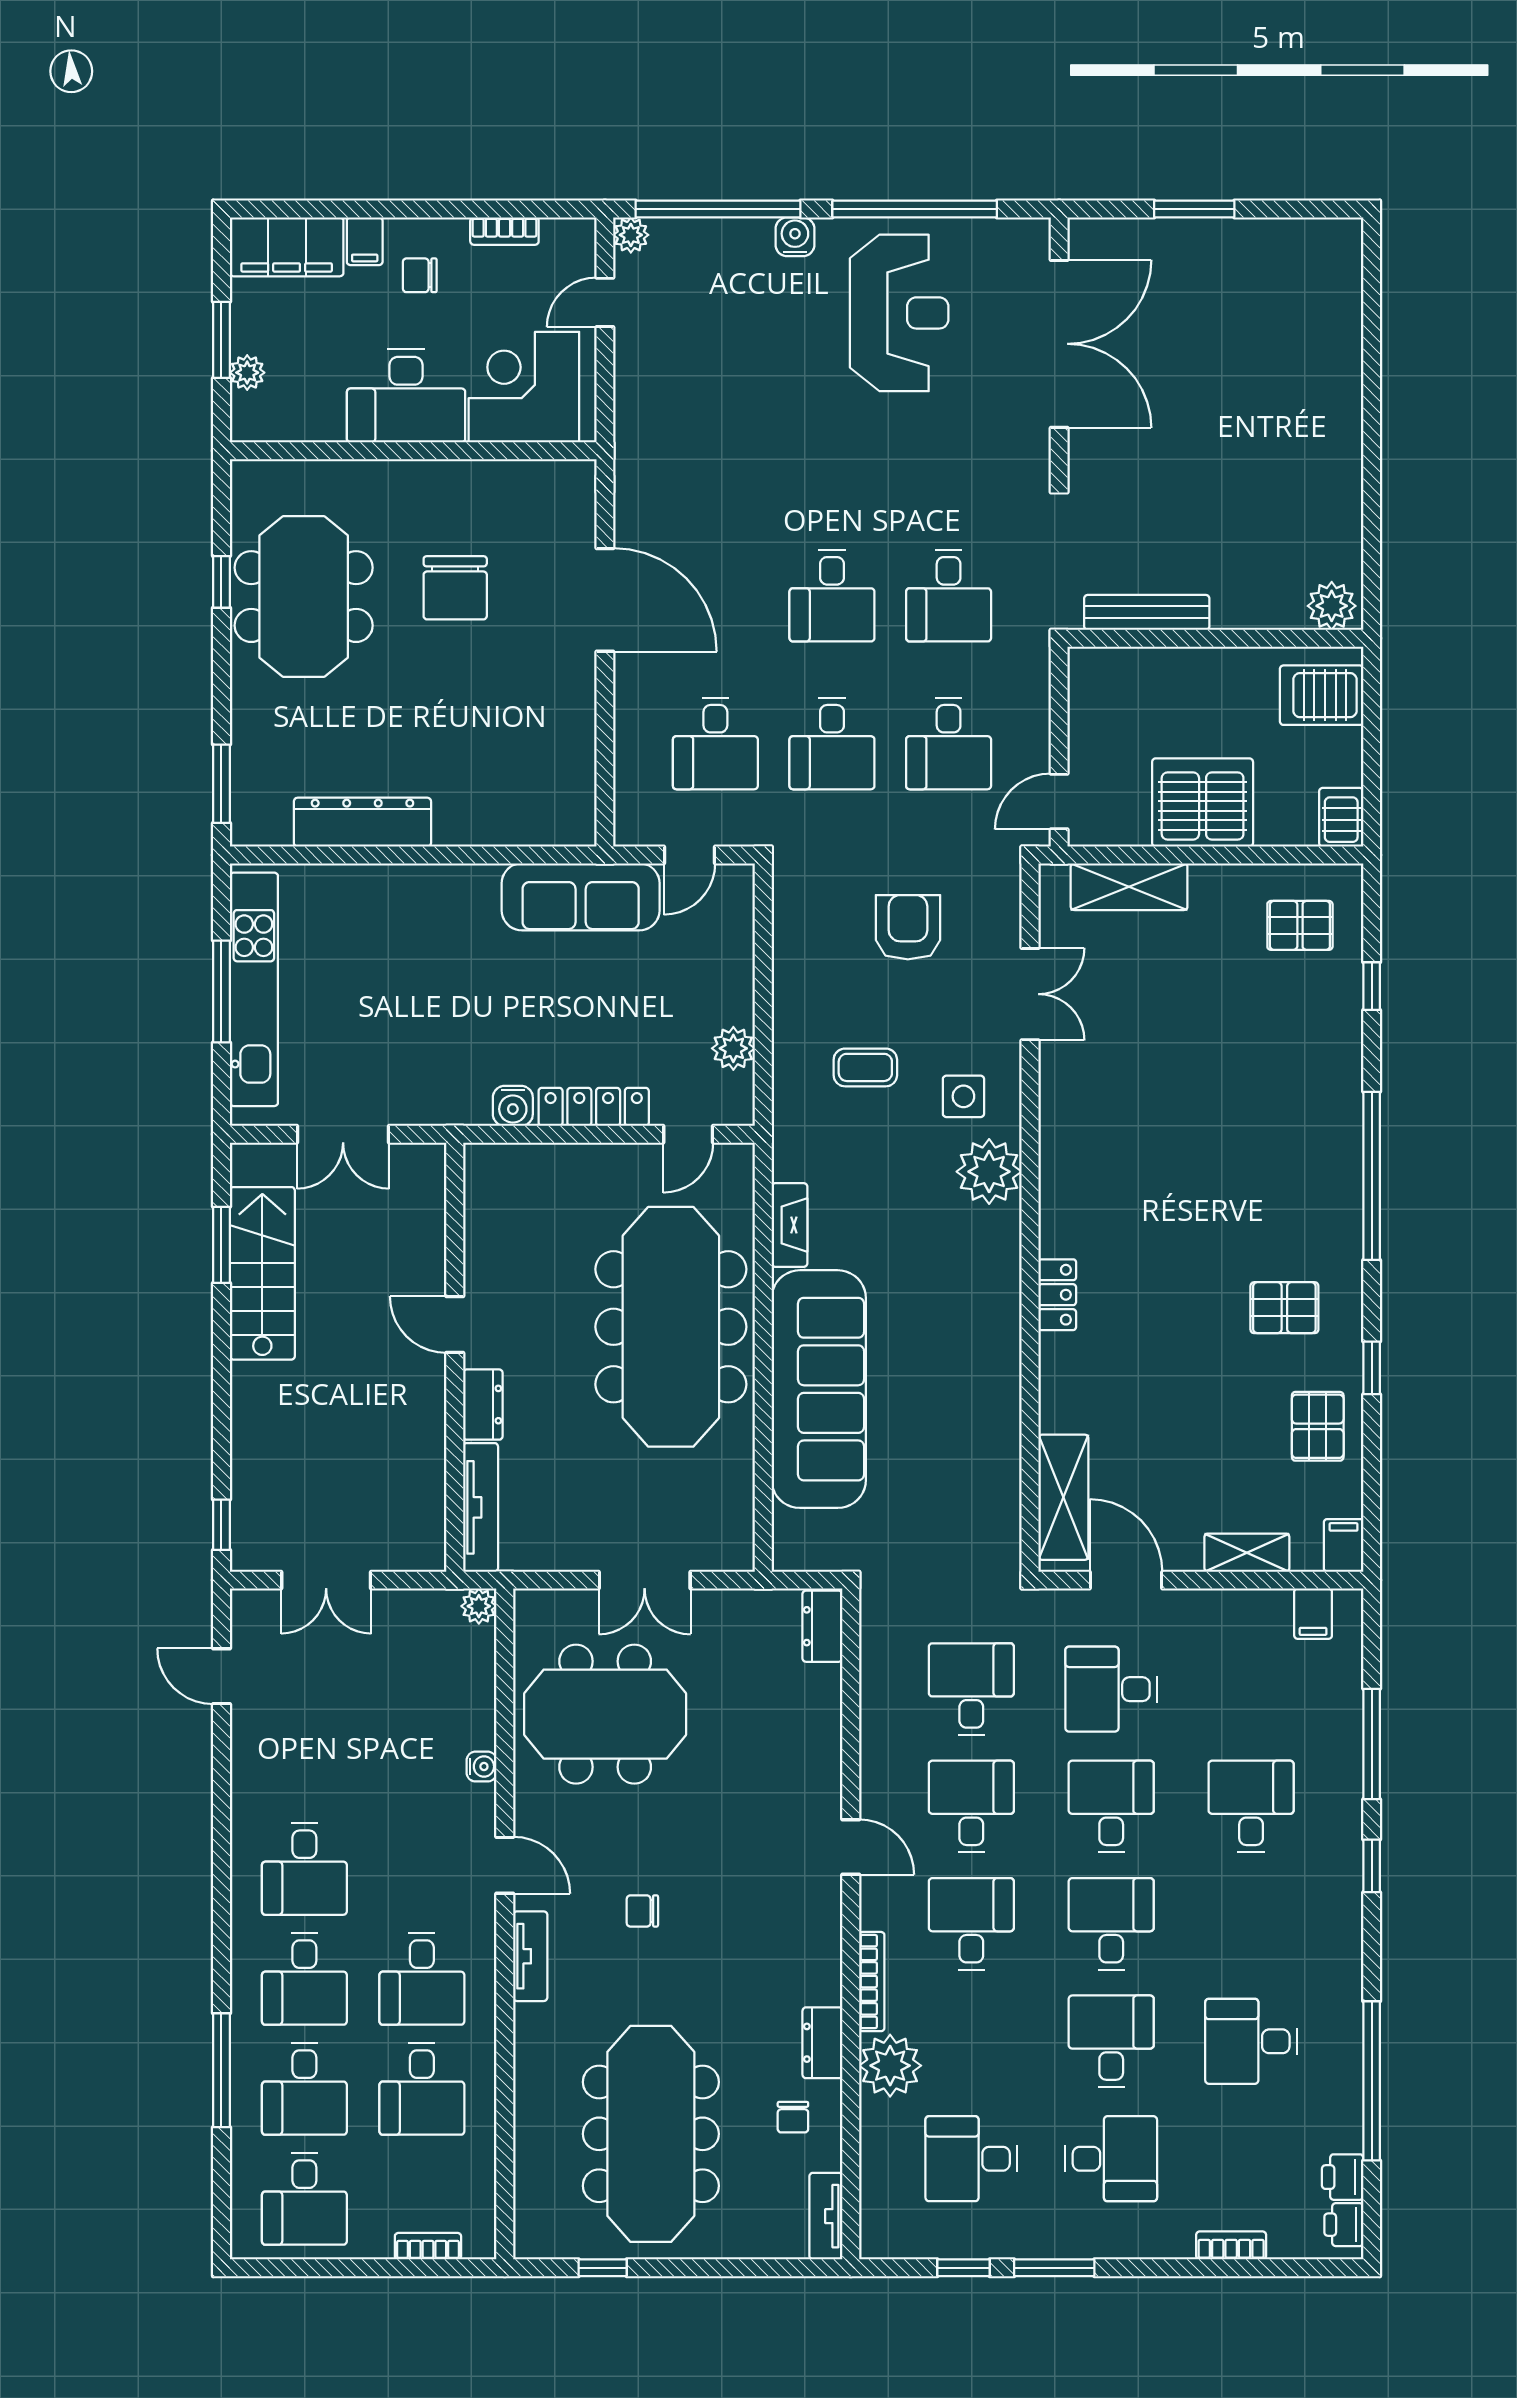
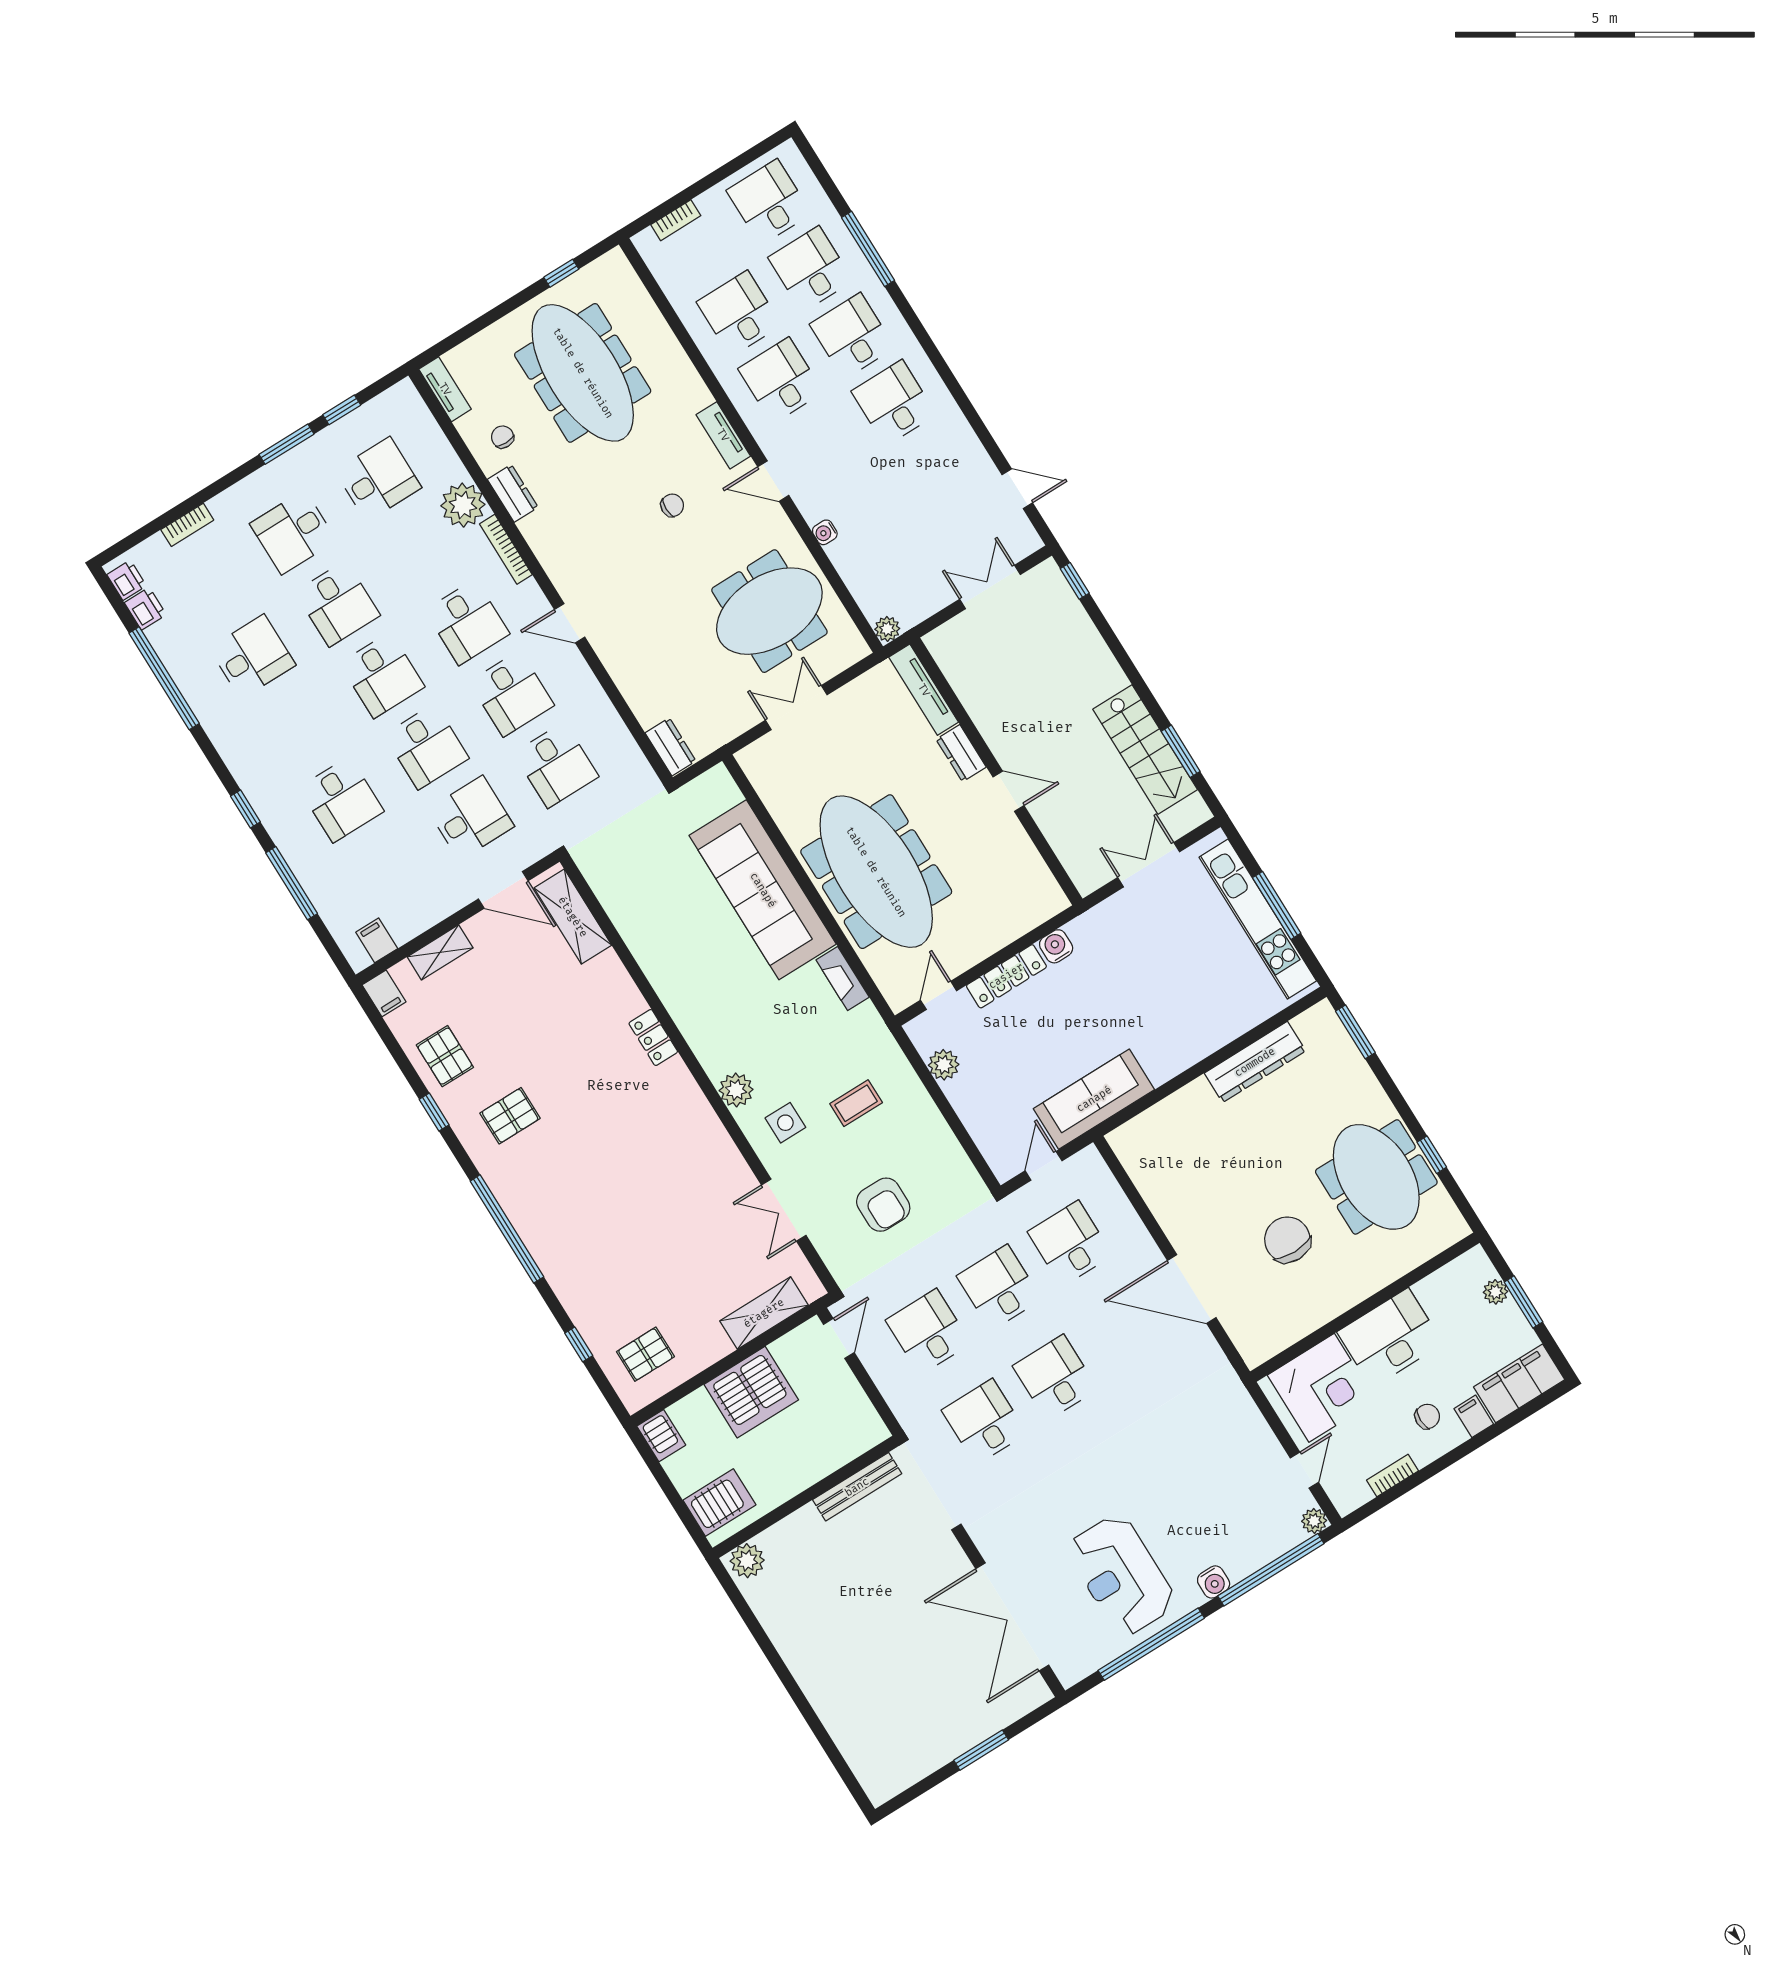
plant: (989, 1172) -> (736, 1090), width x0.73, depth x0.73

